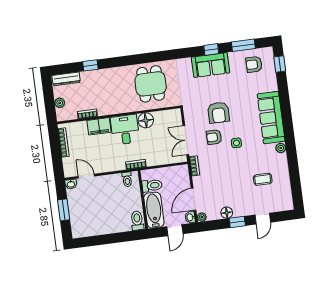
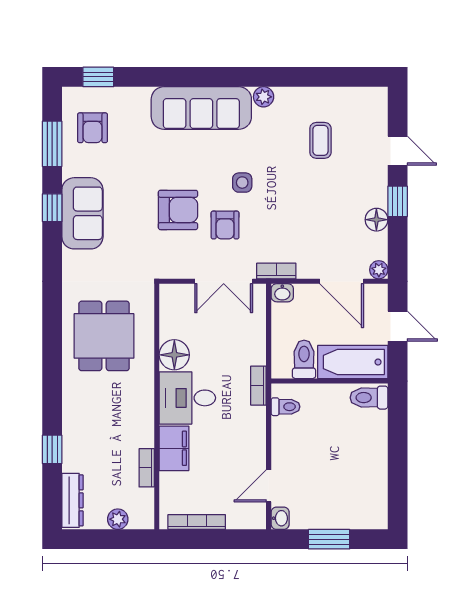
dining table: (151, 84) -> (104, 336), turned 90
washbasin: (190, 217) -> (282, 293), moved

